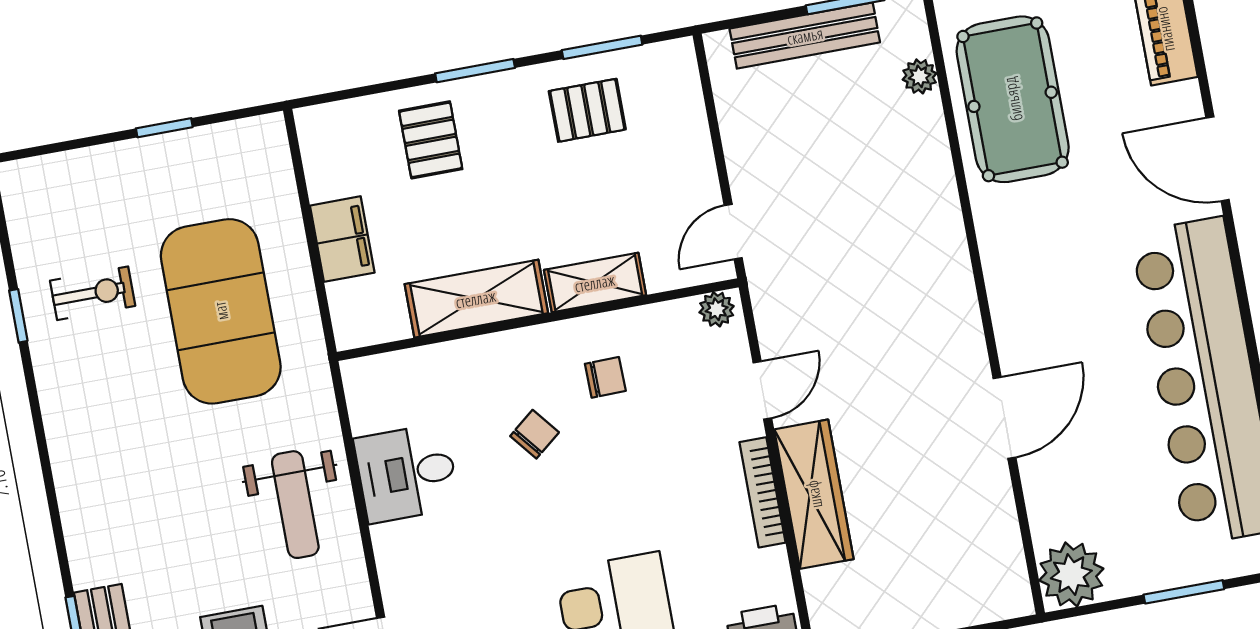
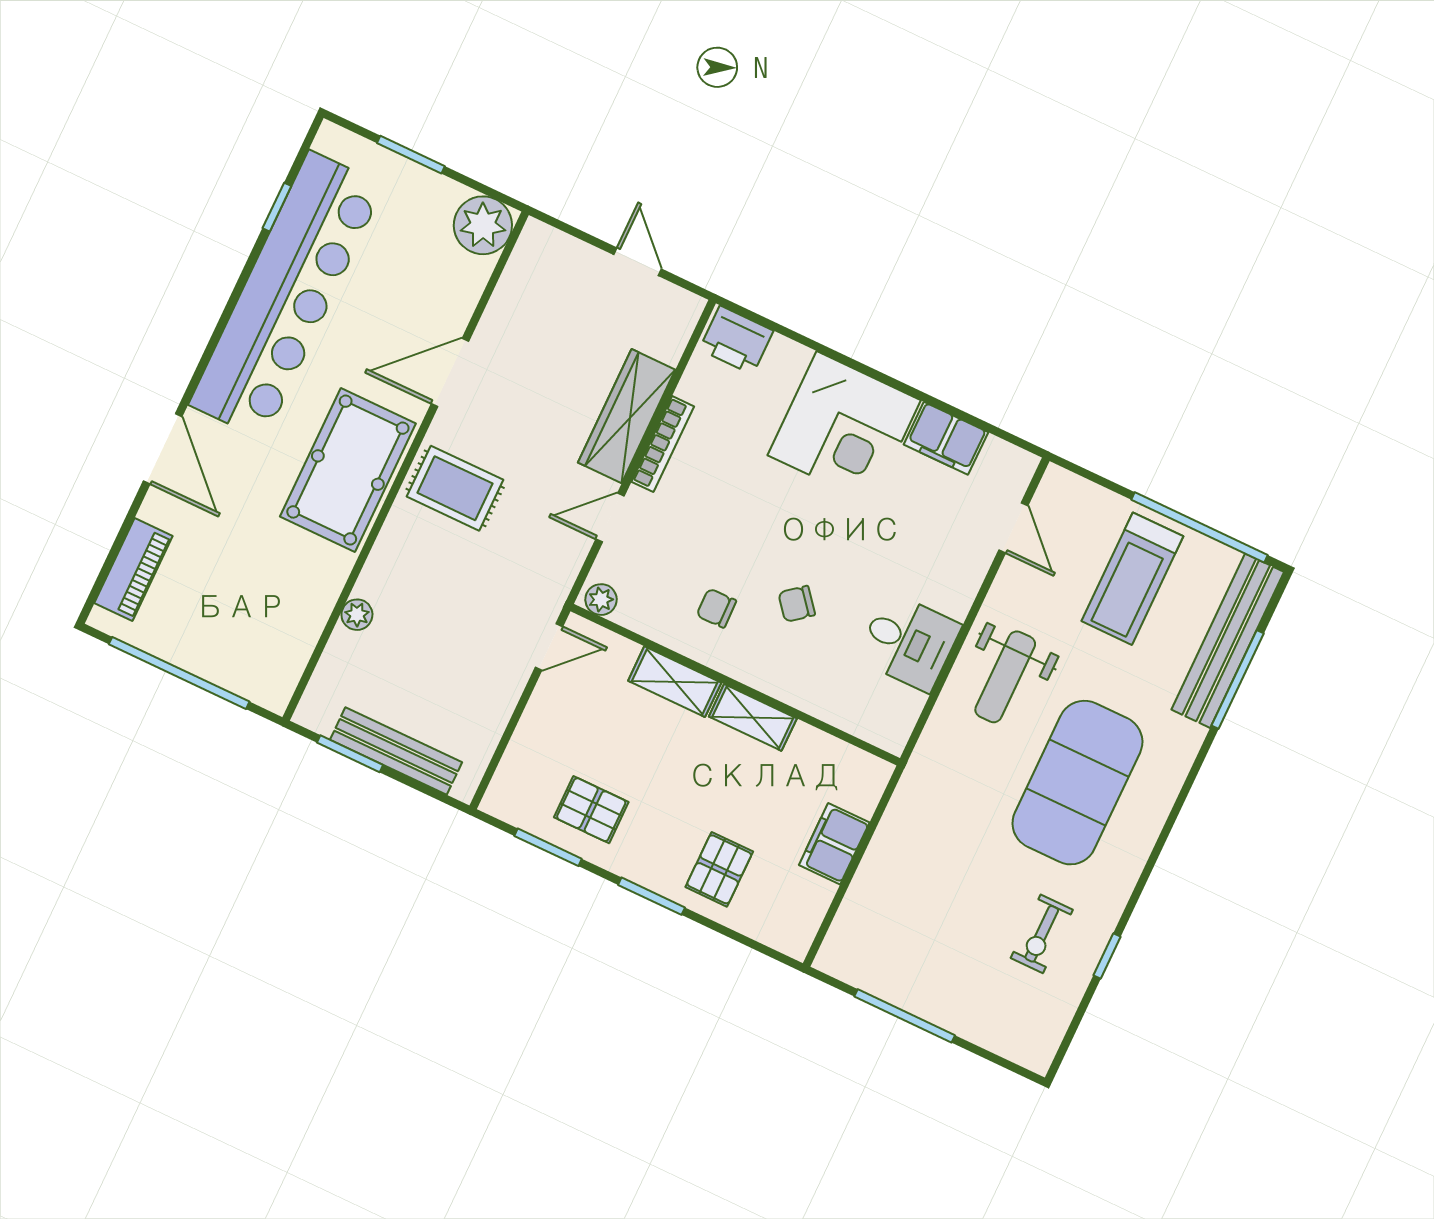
plant: (920, 76) -> (357, 615), moved
pool table: (1013, 99) -> (348, 470), moved
window: (164, 128) -> (905, 1016), width x2.17
exercise bike: (93, 293) -> (1042, 934), turned -90
shelving: (476, 299) -> (753, 717), width x0.67, depth x0.75
exercise mat: (221, 311) -> (1077, 783), moved
rug: (924, 315) -> (455, 488), added
weight bench: (295, 505) -> (1005, 677), turned 180

